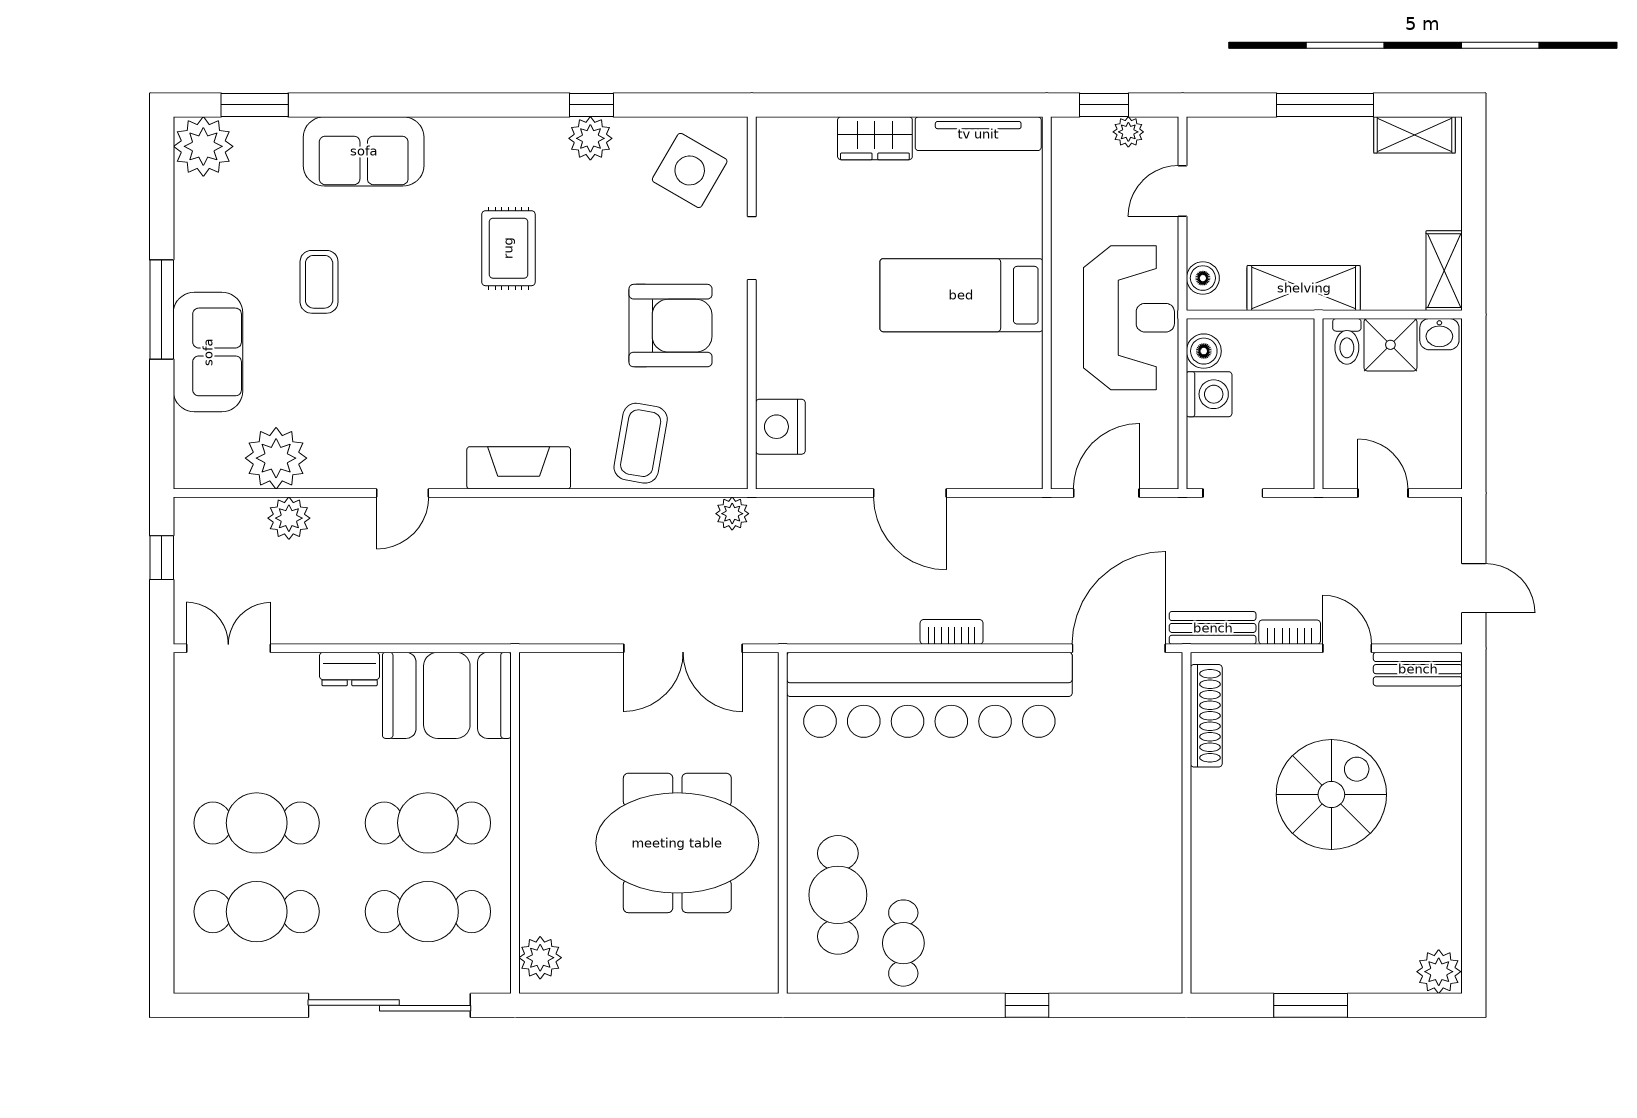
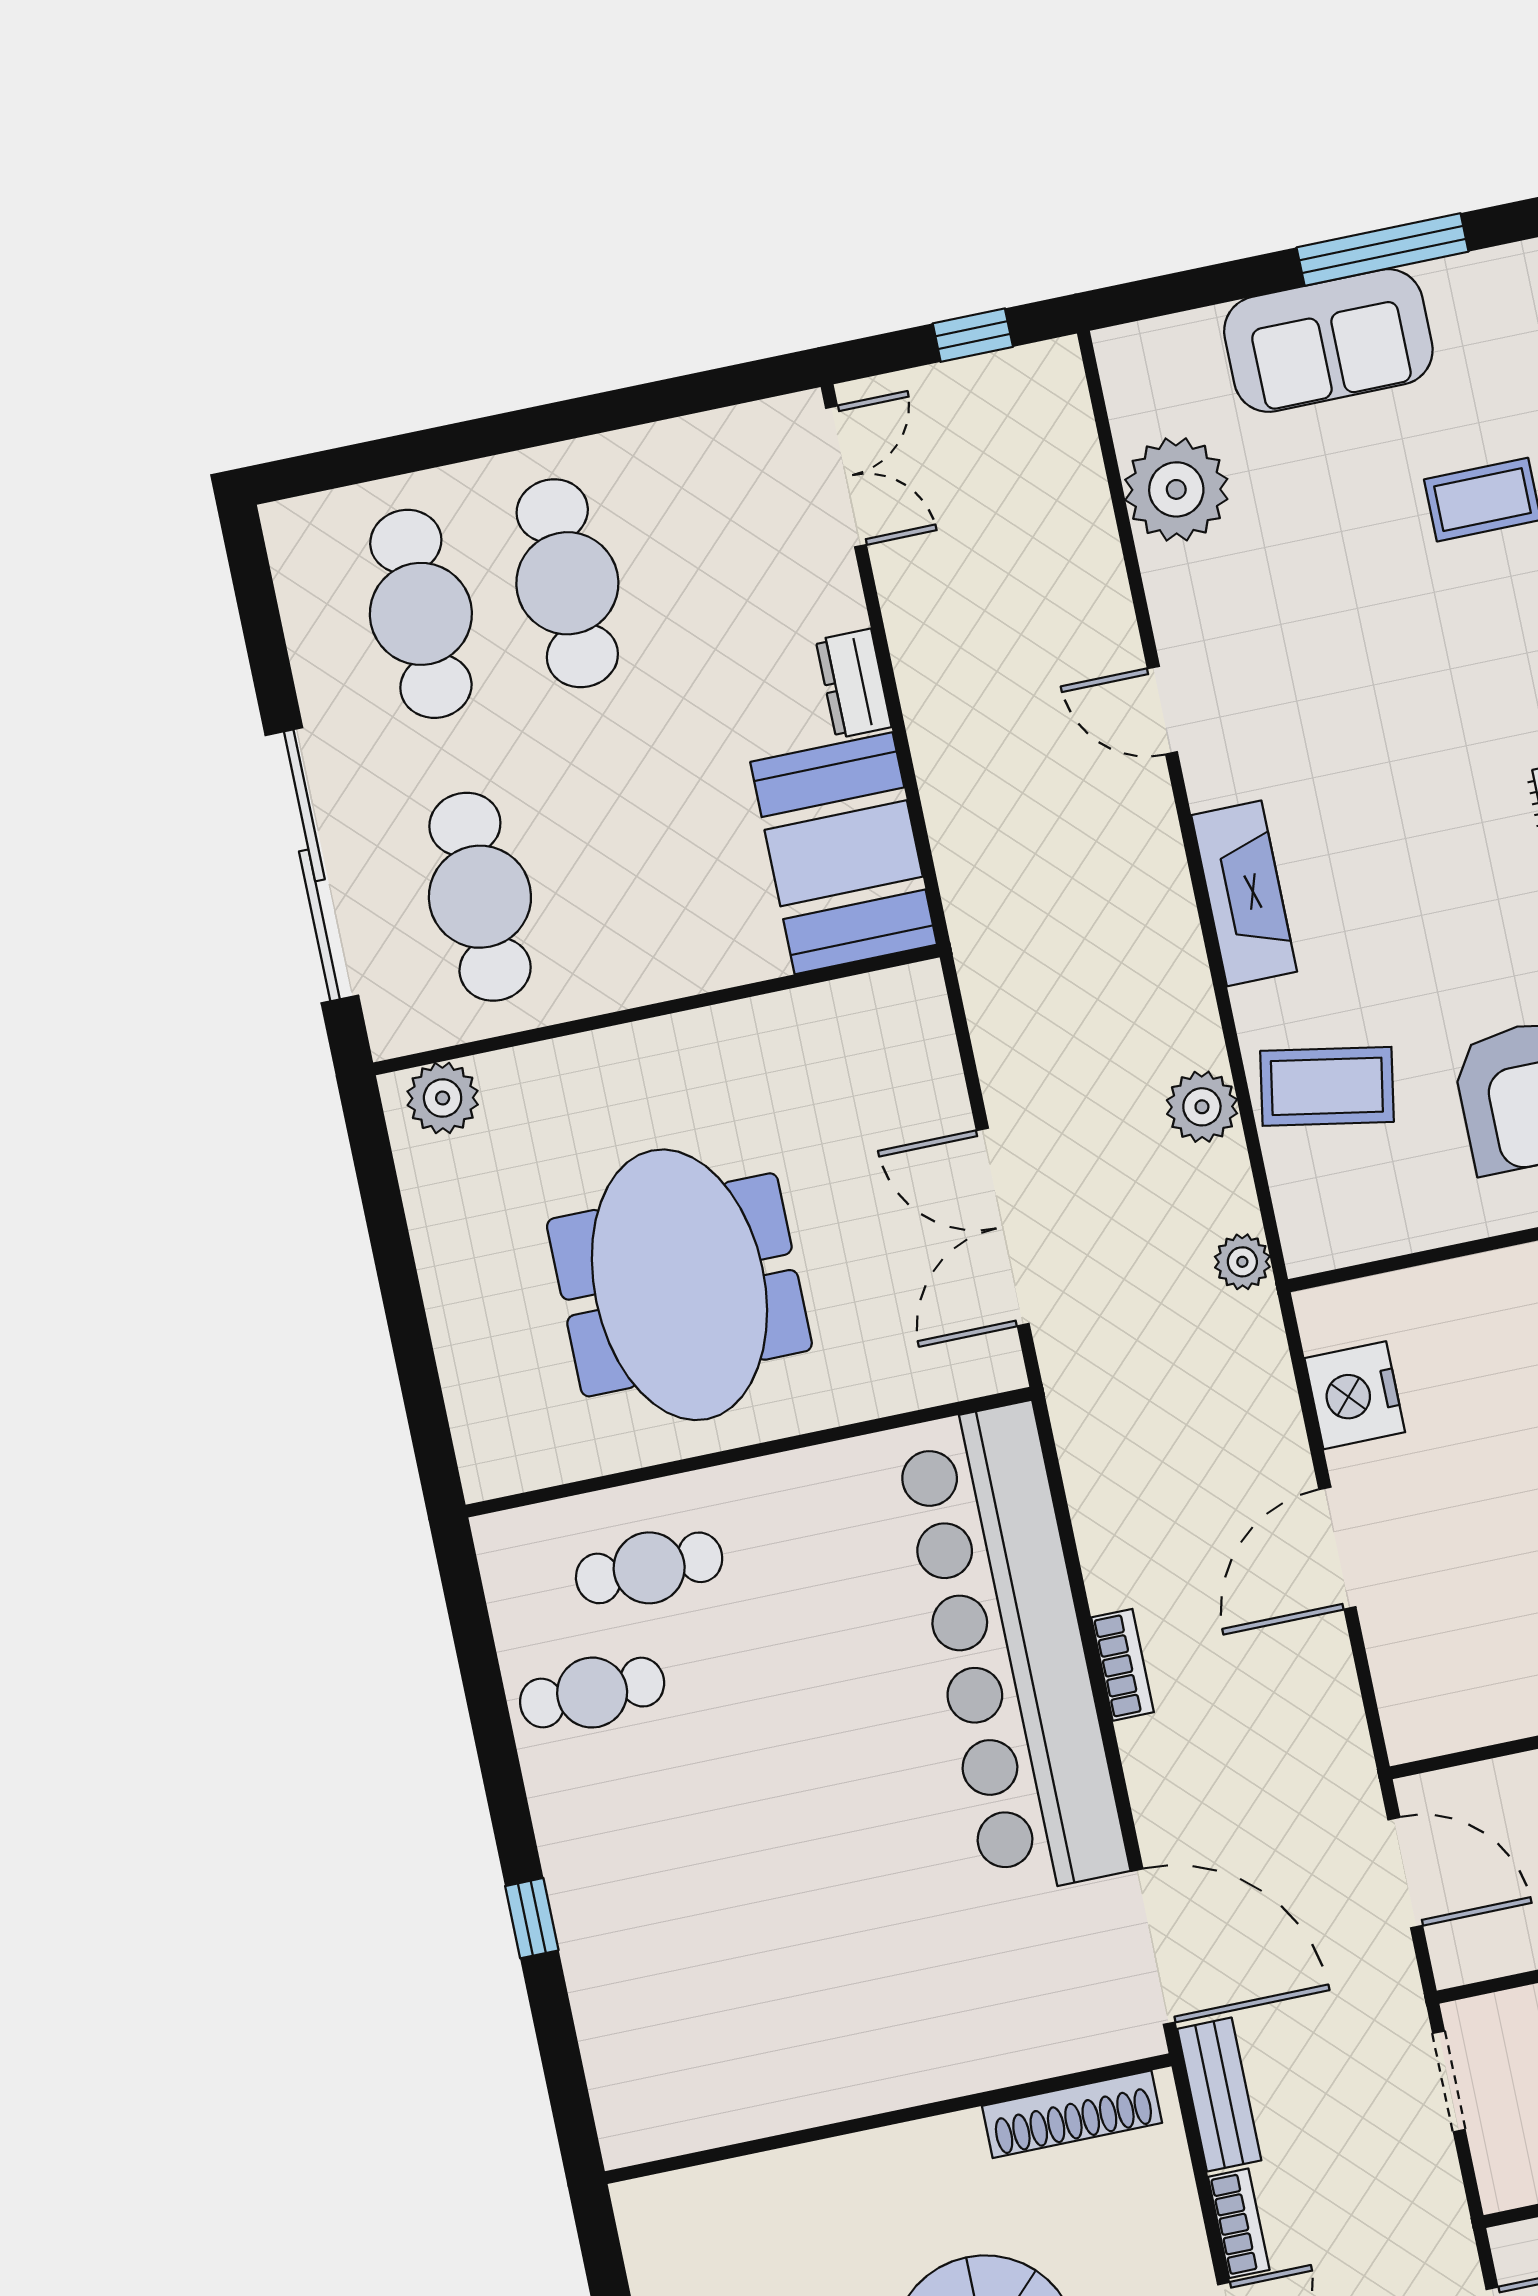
nightstand: (780, 427) -> (1355, 1395), moved, turned -90
plant: (289, 518) -> (1202, 1107), moved
cafe table: (428, 823) -> (626, 866), removed
cafe table: (838, 895) -> (649, 1568), width x0.73, depth x0.74

